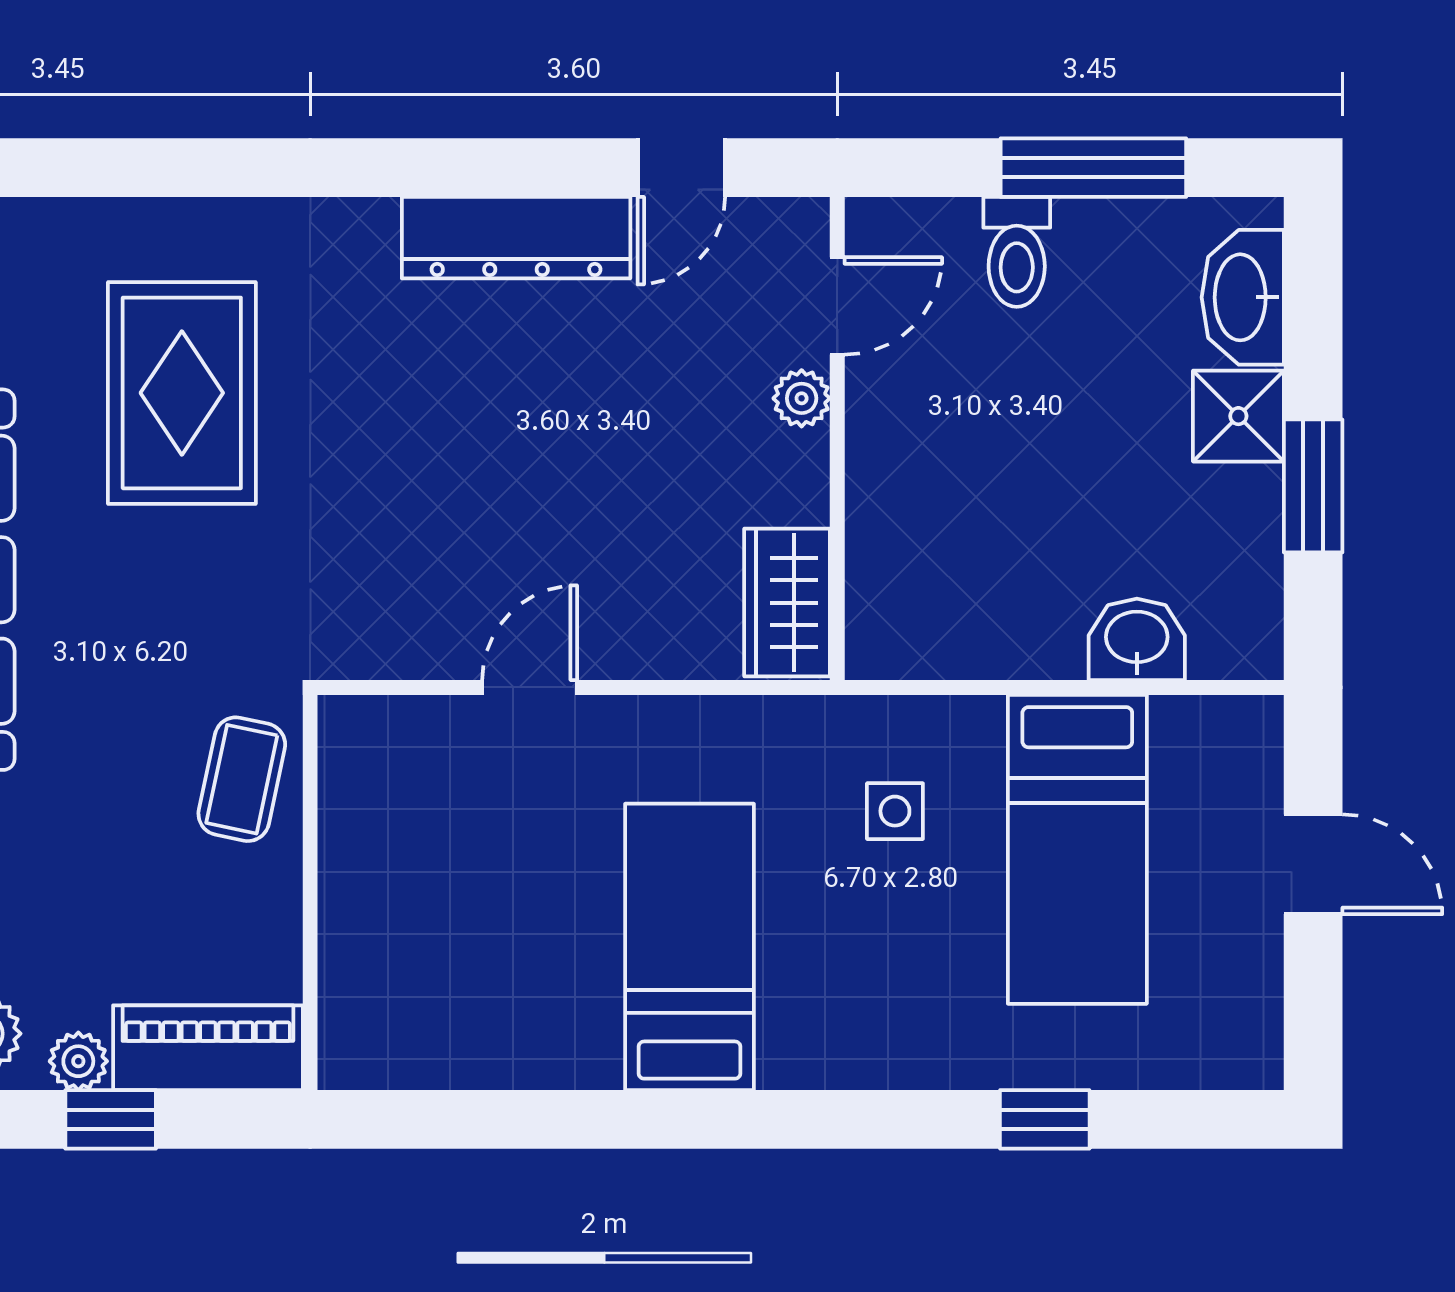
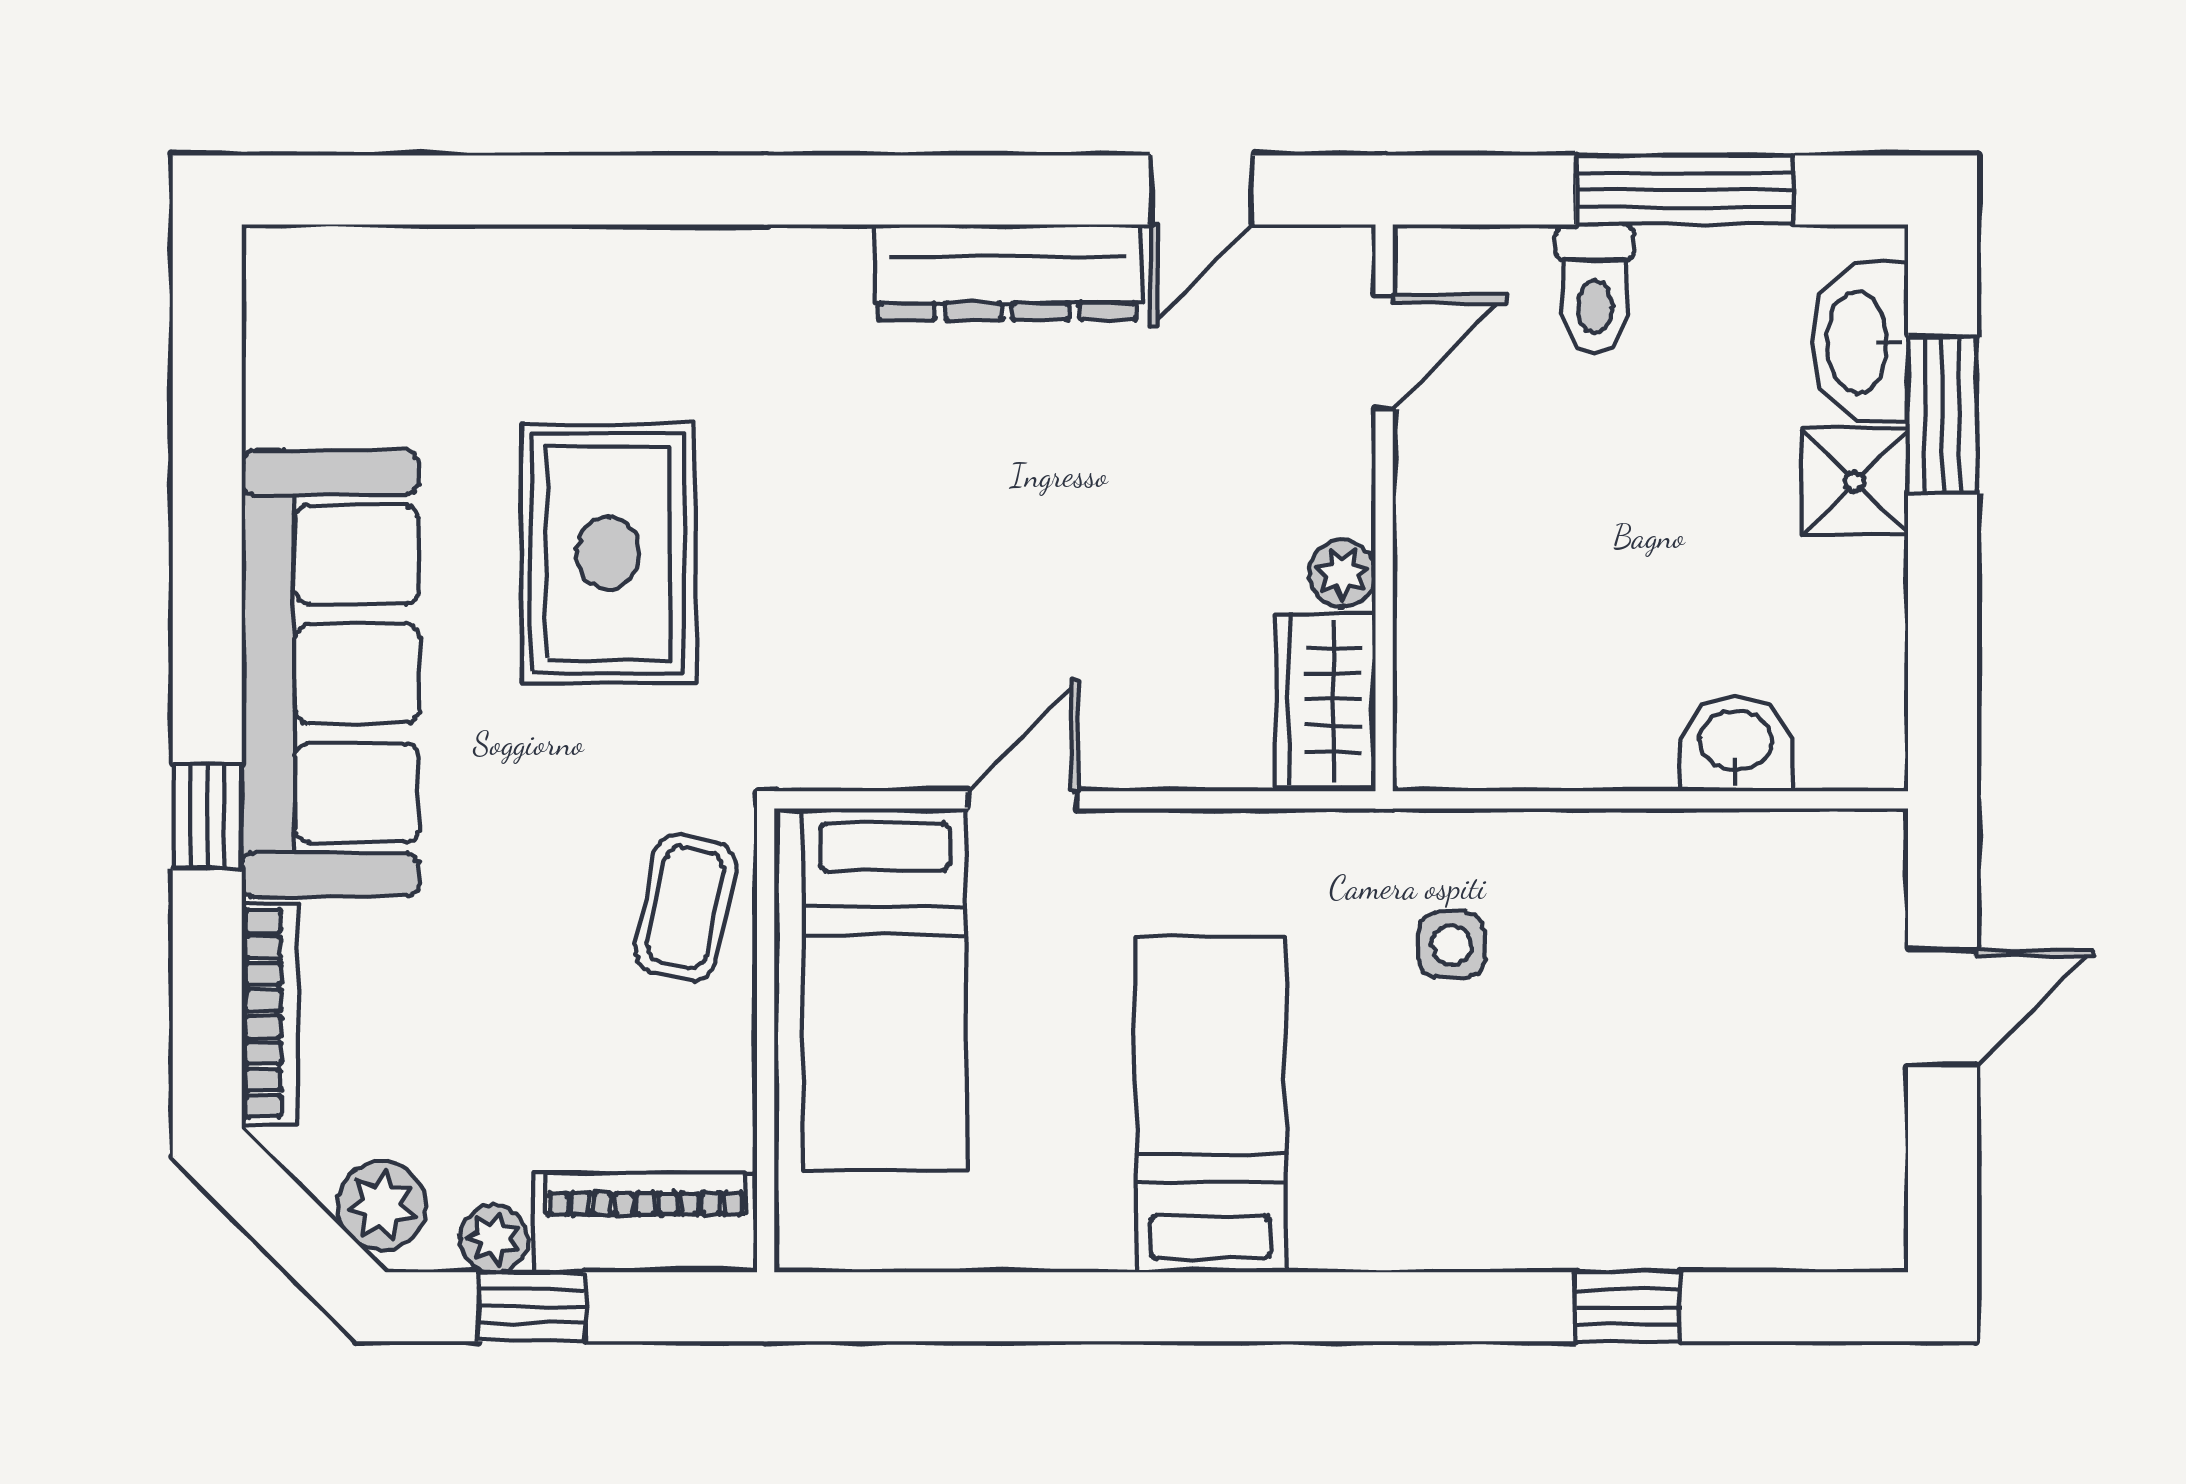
rug: (182, 393) -> (608, 553), moved
plant: (802, 398) -> (1342, 573), moved
window: (1313, 486) -> (1942, 414), moved
bed: (1077, 849) -> (885, 990), moved
door: (1313, 864) -> (1942, 1007), hinge flipped

